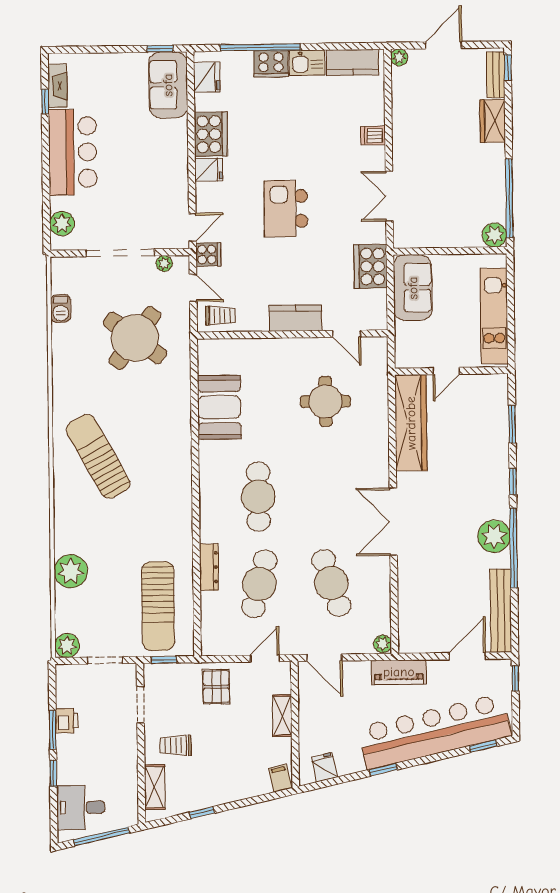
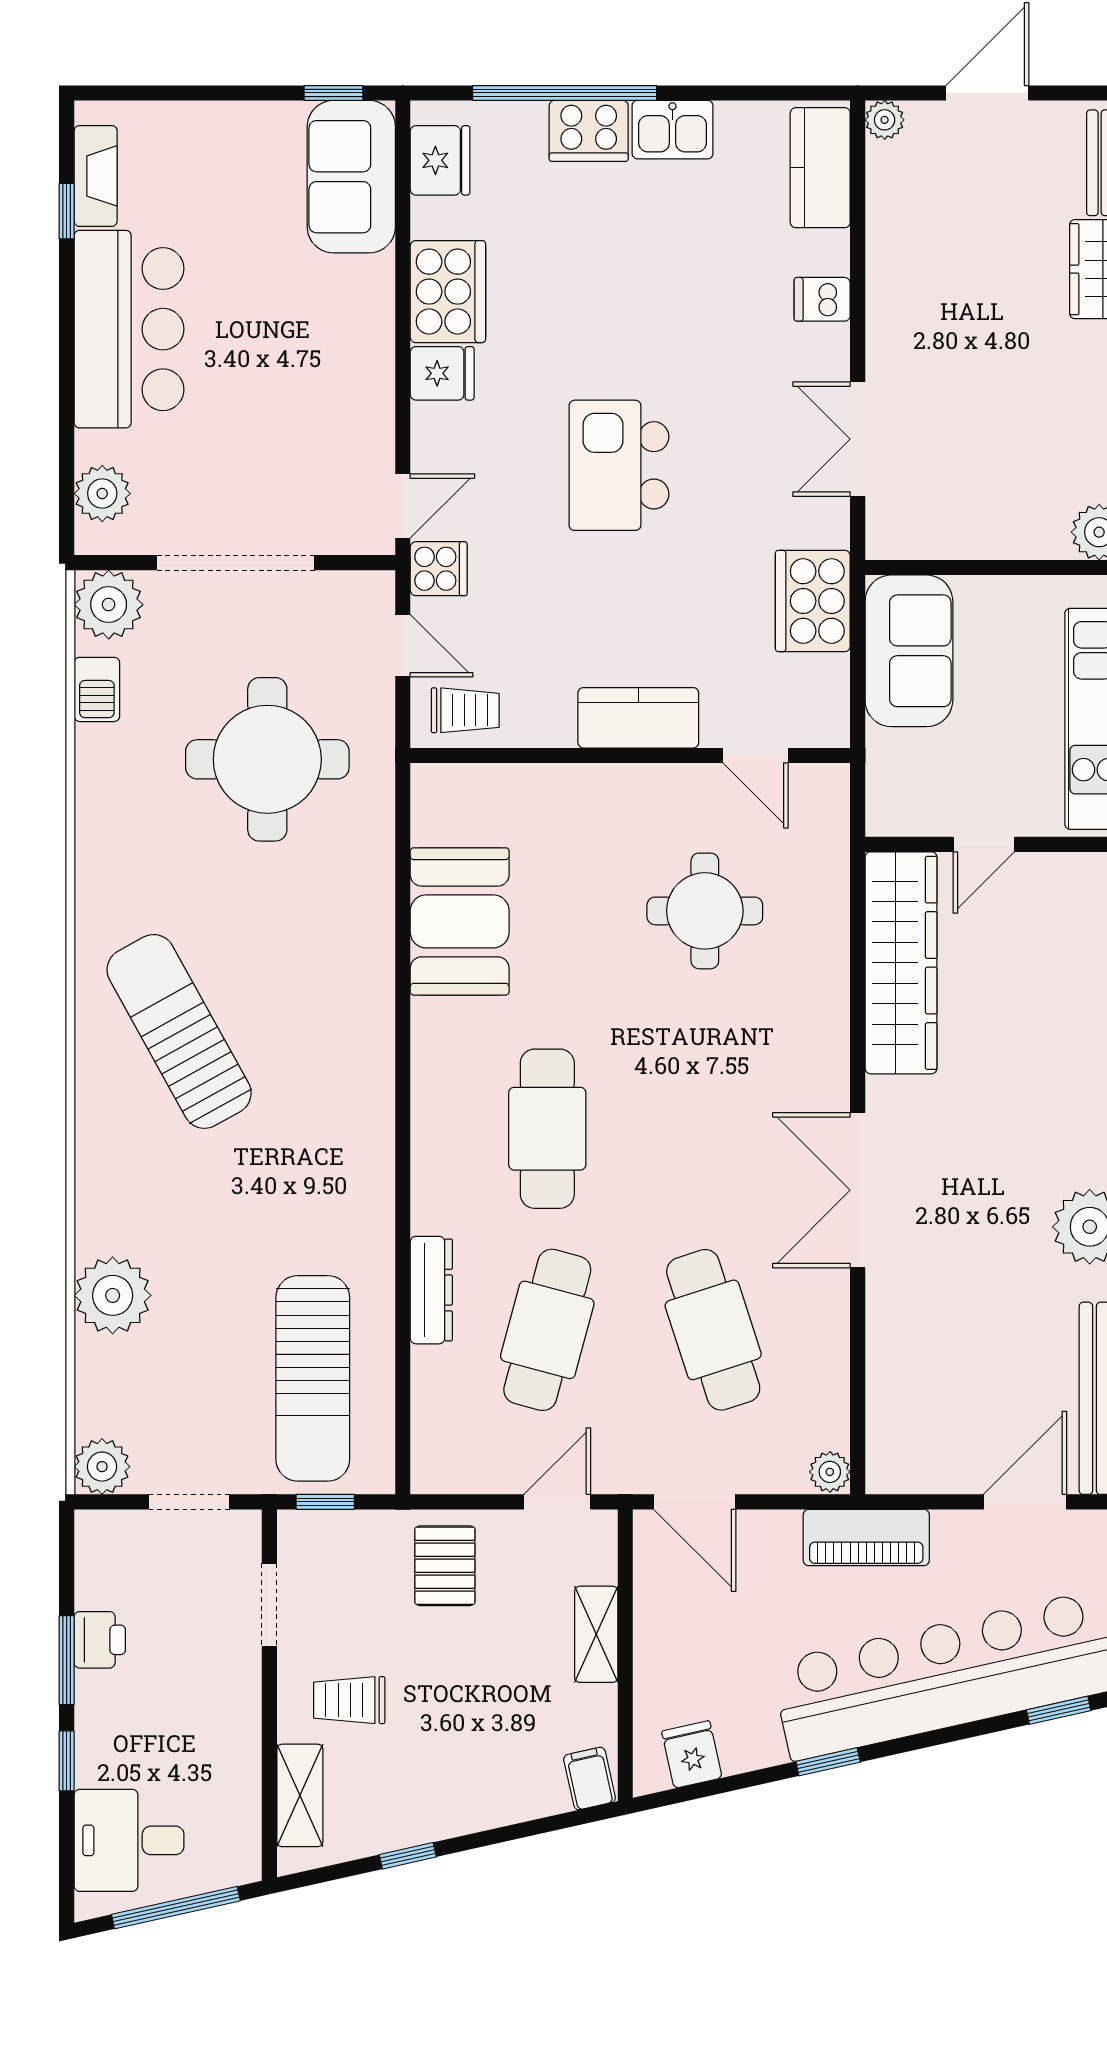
kitchen counter: (353, 63) -> (820, 168), moved, turned 90
plant: (164, 263) -> (109, 605), moved, width x1.88, depth x1.88
round table: (135, 338) -> (267, 759), turned -37

